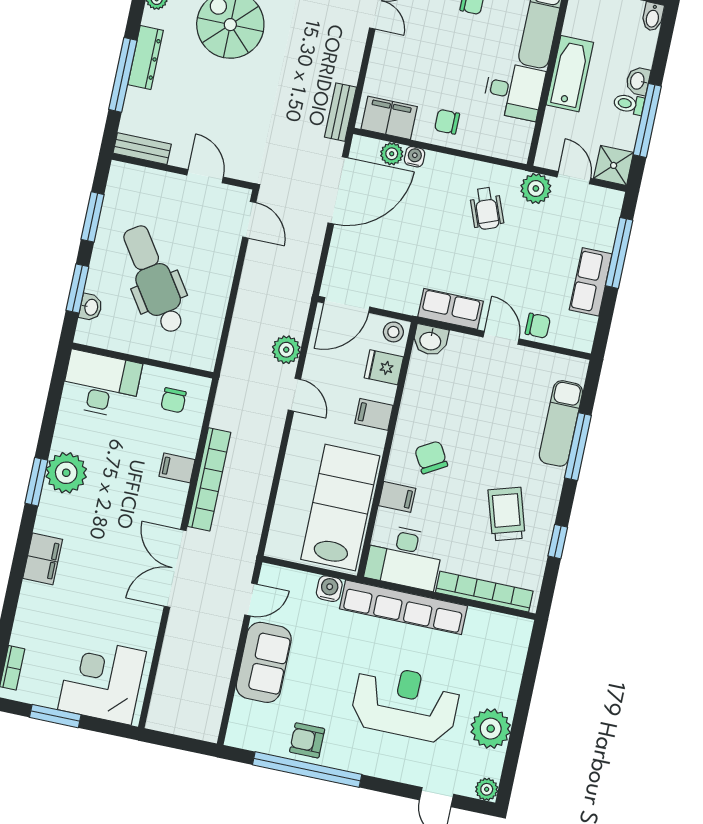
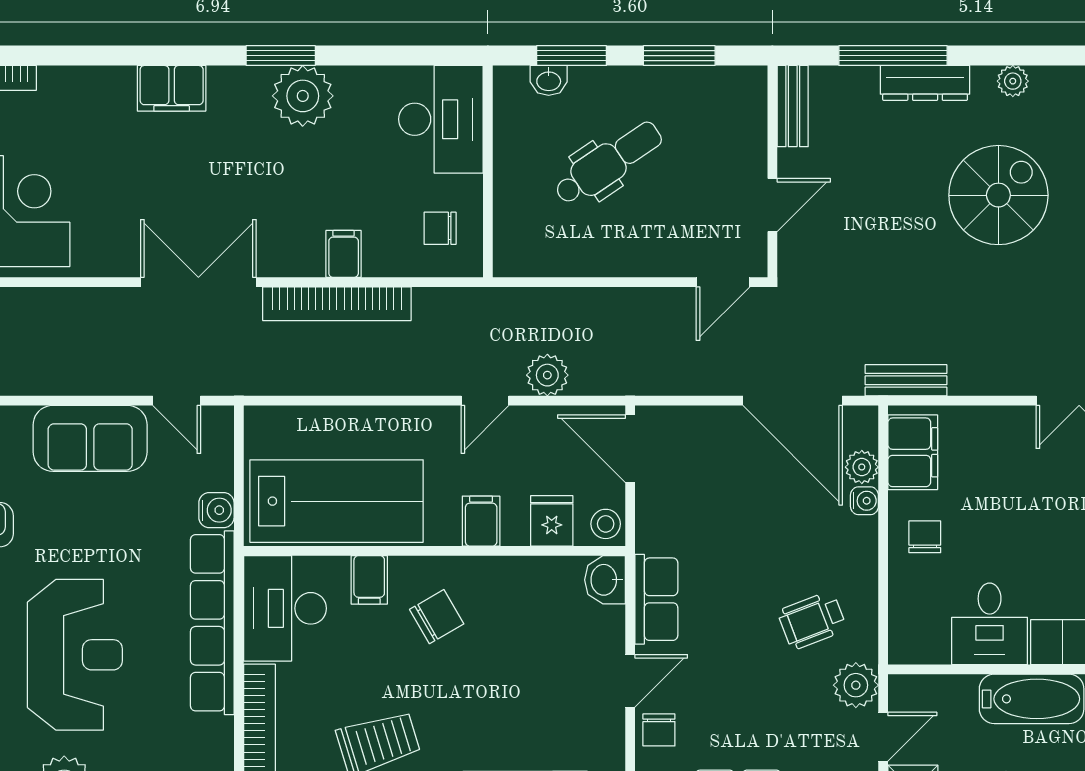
dental chair: (154, 279) -> (608, 163), width x0.73, depth x0.72

